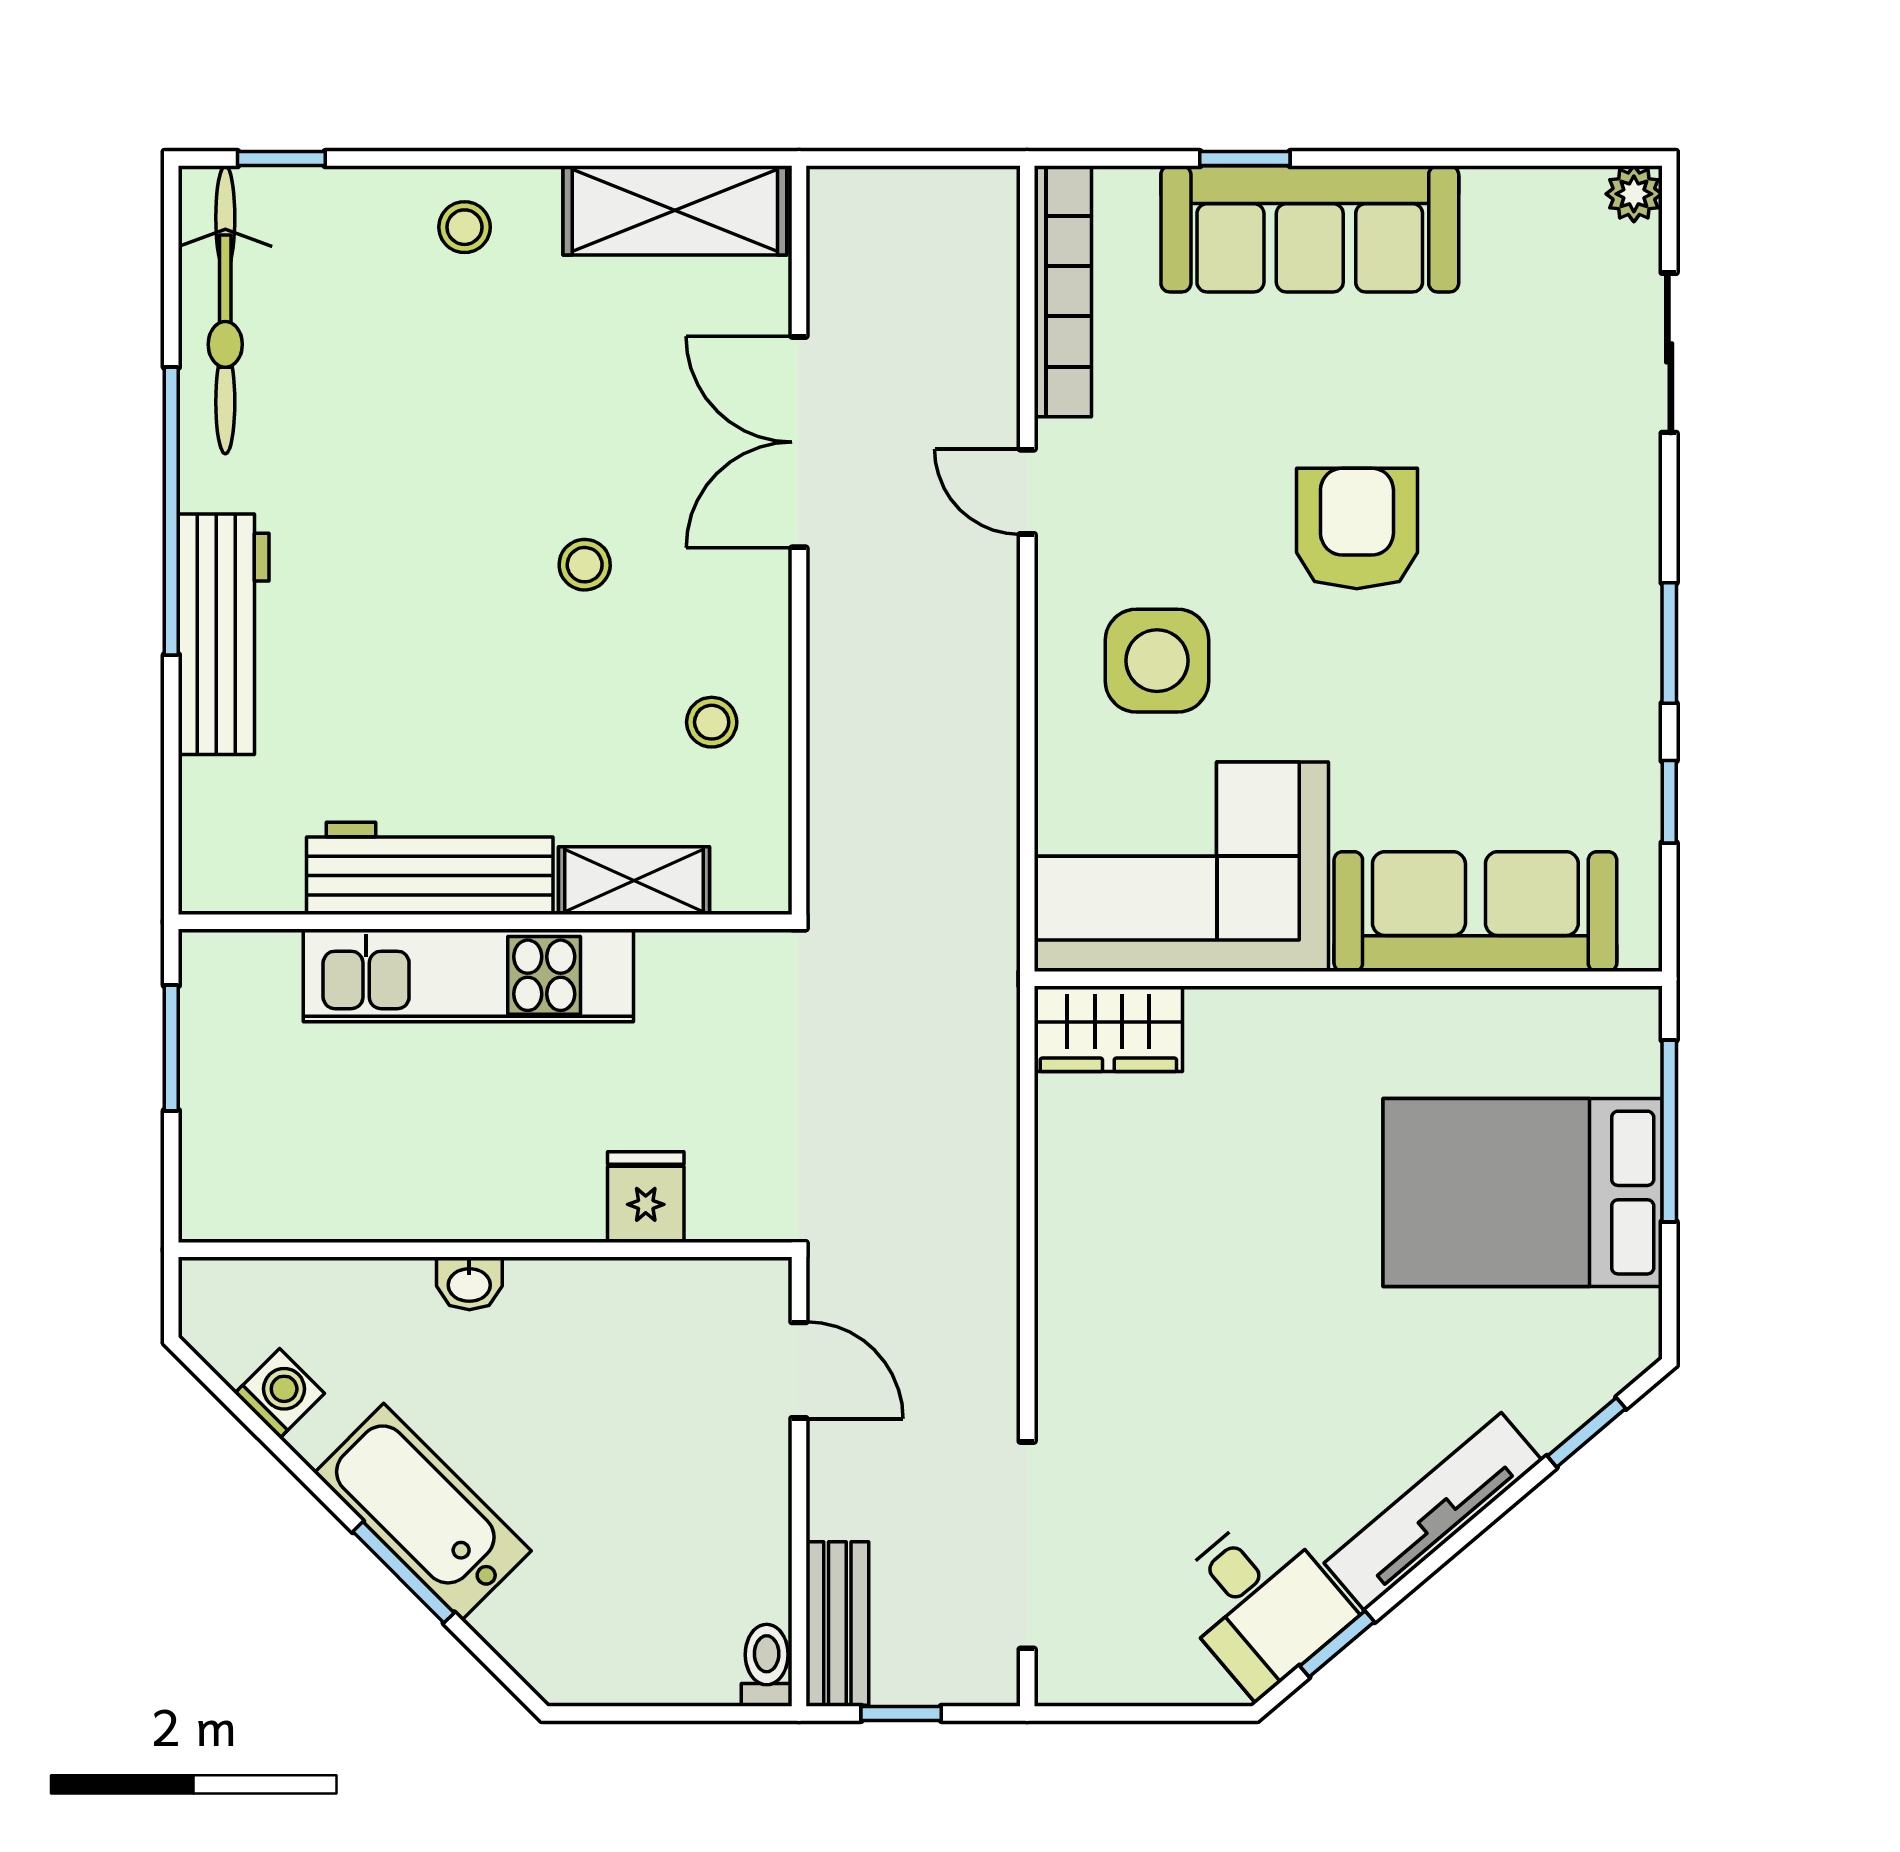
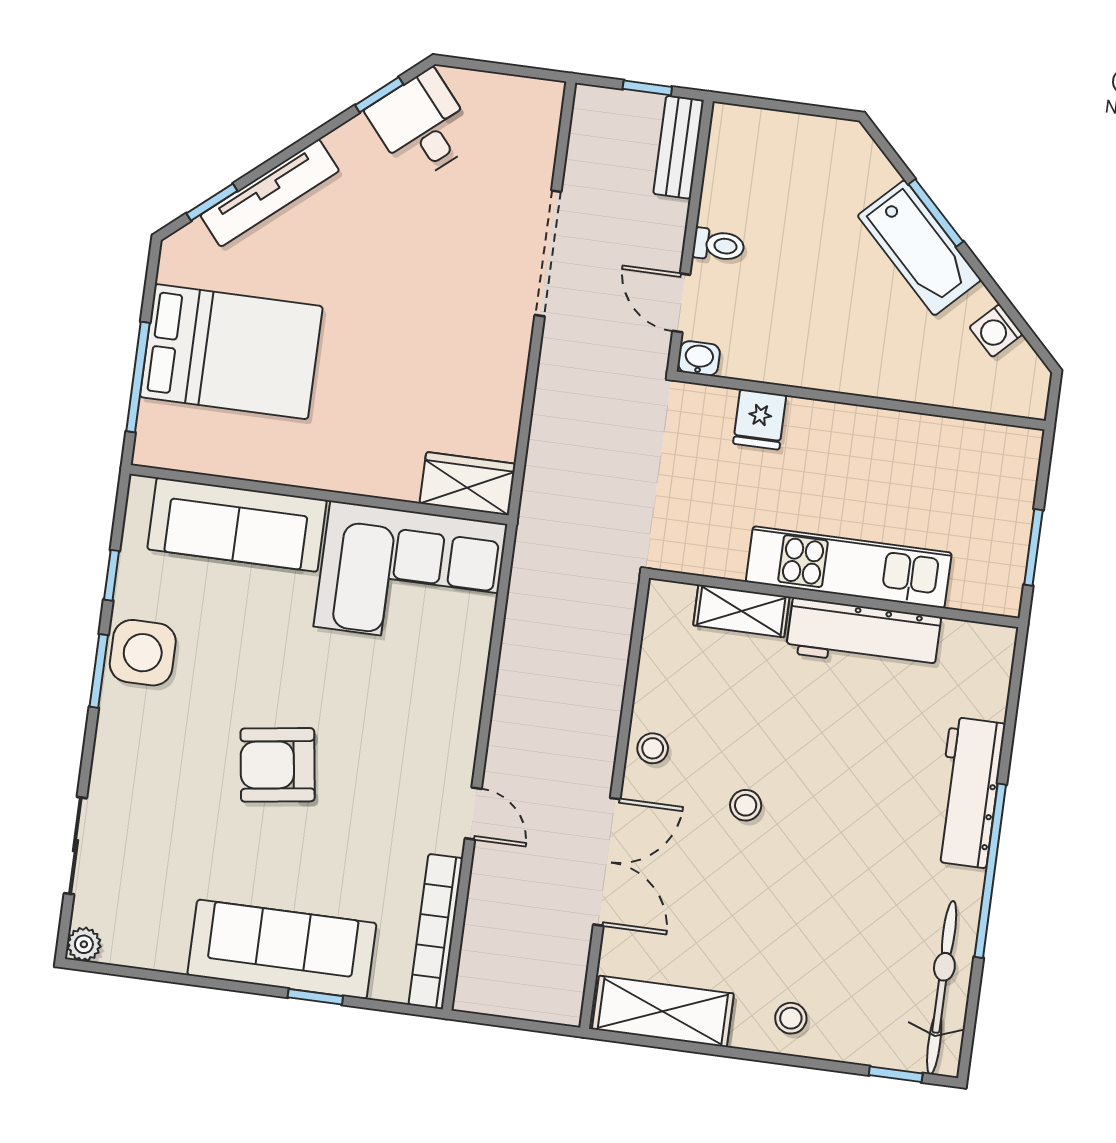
armchair: (1357, 529) -> (278, 765), turned 82
side table: (1157, 661) -> (143, 653), moved
stool: (712, 722) -> (653, 748), moved
washbasin: (469, 1283) -> (699, 358), moved
tv unit: (1433, 1512) -> (270, 193), moved
doorway: (1027, 1545) -> (548, 253), moved
toilet: (767, 1665) -> (719, 245), moved, turned -90

